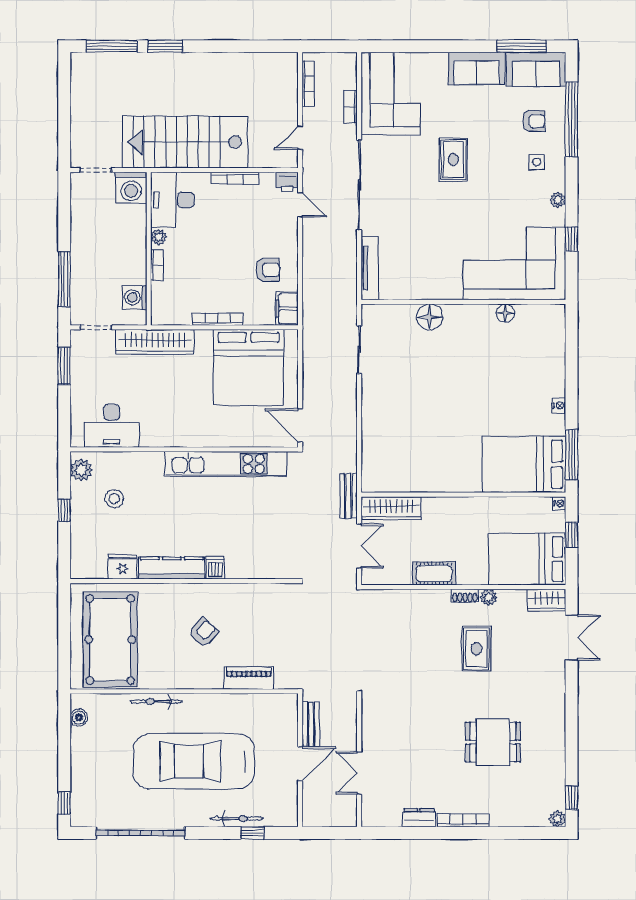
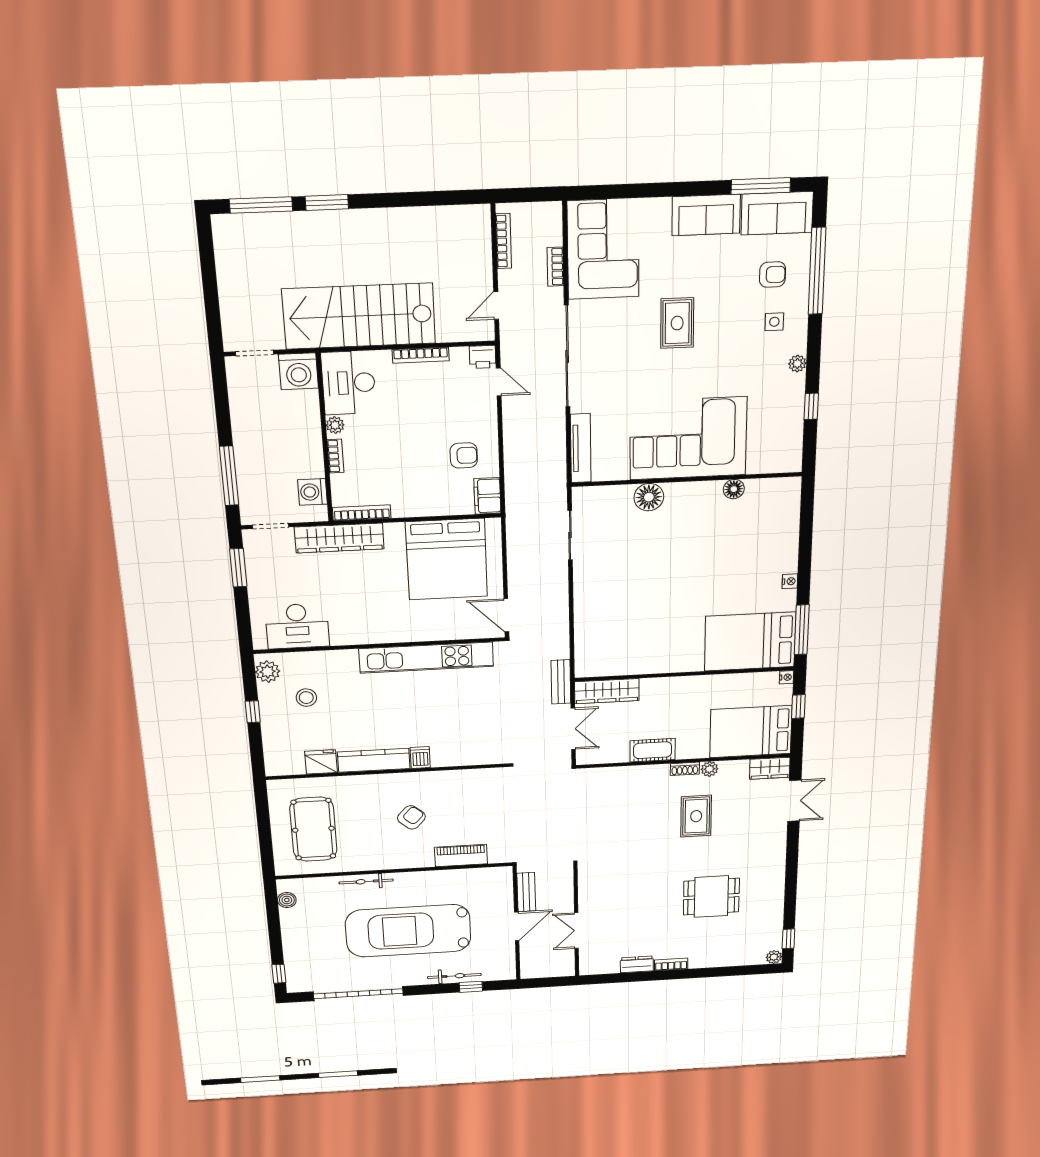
corner sofa: (514, 264) -> (688, 438), moved
bookcase: (218, 319) -> (362, 513), moved
pool table: (110, 640) -> (313, 829), width x0.73, depth x0.76
bookcase: (463, 820) -> (671, 964), width x0.64

